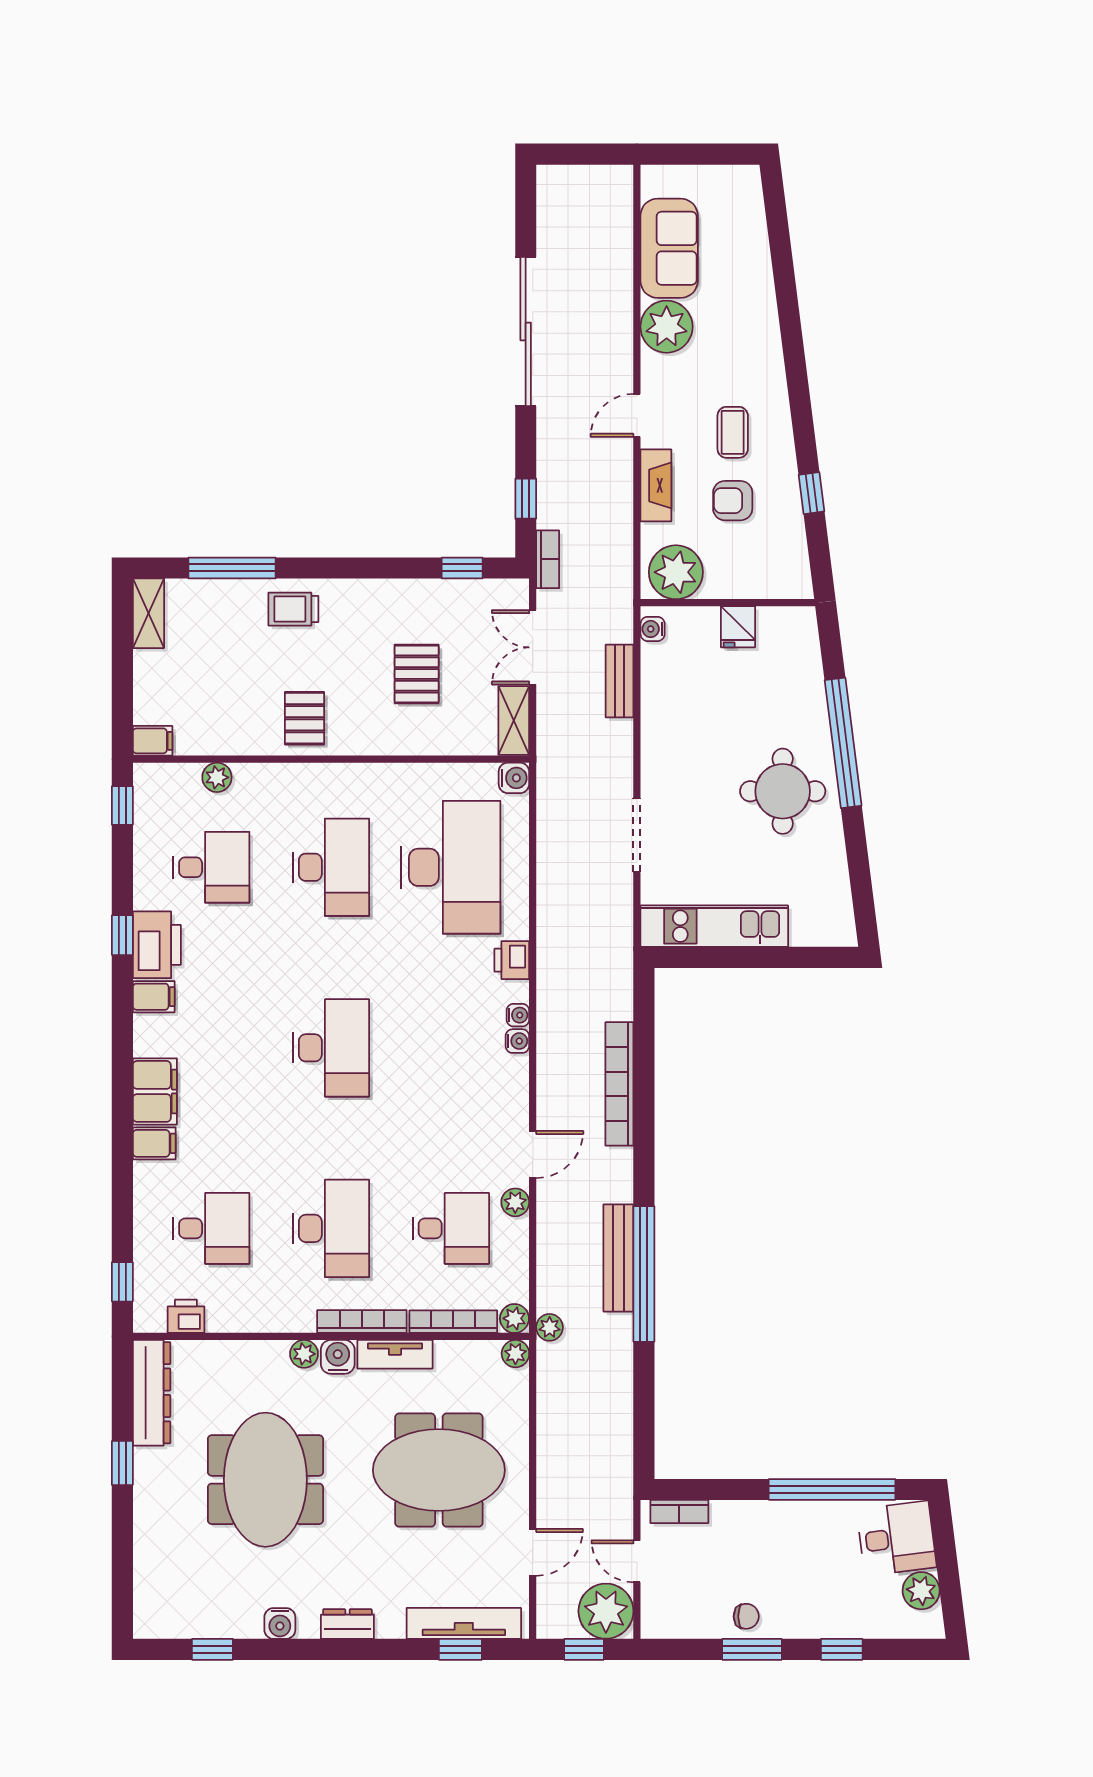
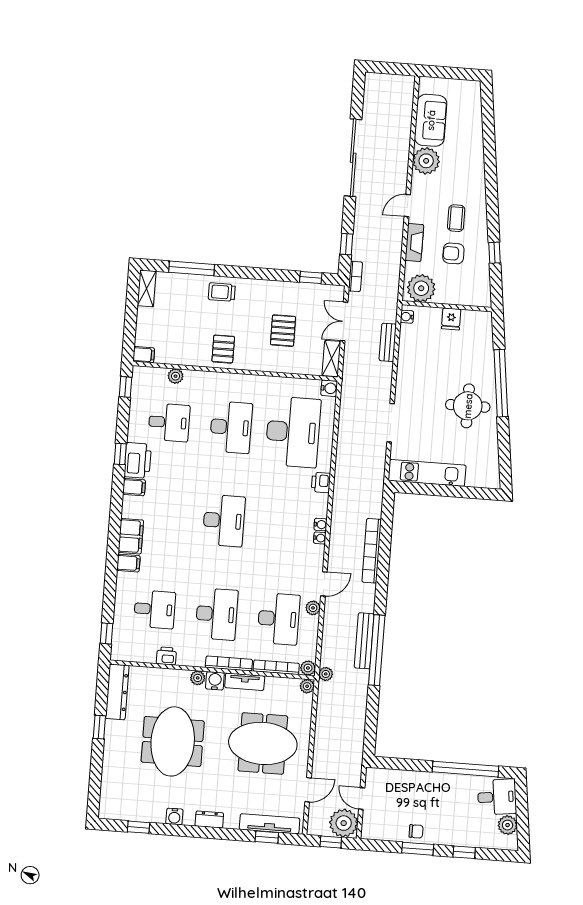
water cooler: (518, 1015) -> (320, 538), moved
desk: (451, 1228) -> (279, 619), width x1.37
printer: (186, 1316) -> (166, 656), moved
bookcase: (679, 1511) -> (386, 774), removed

